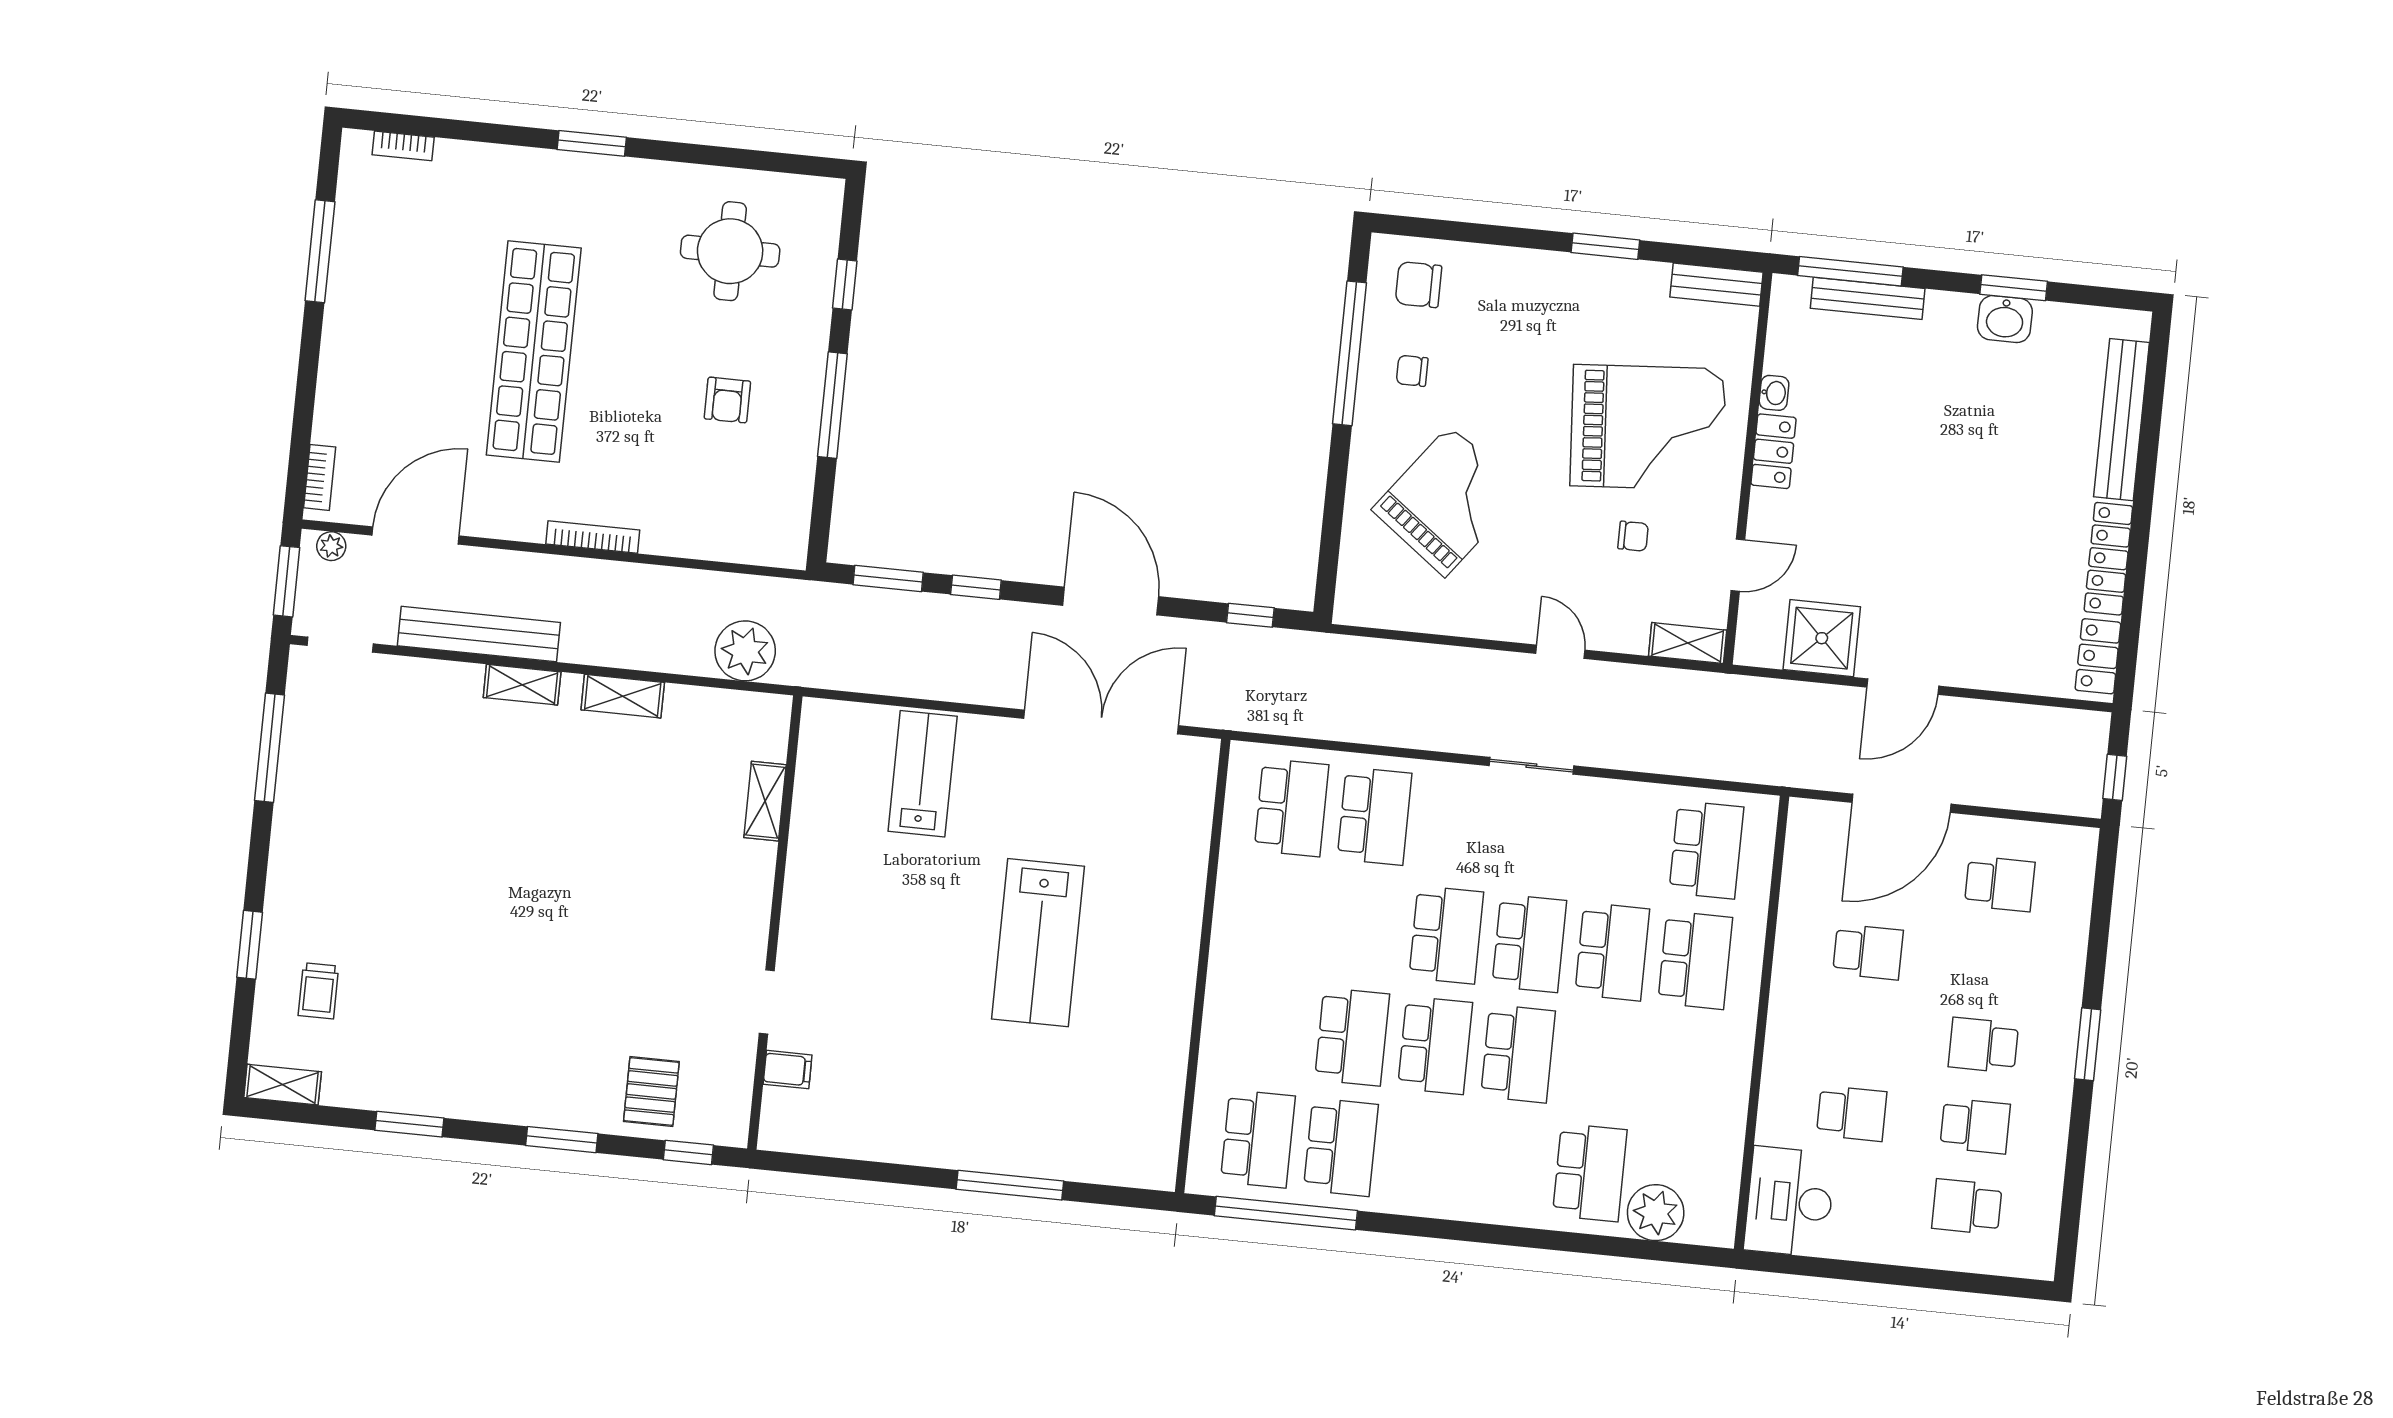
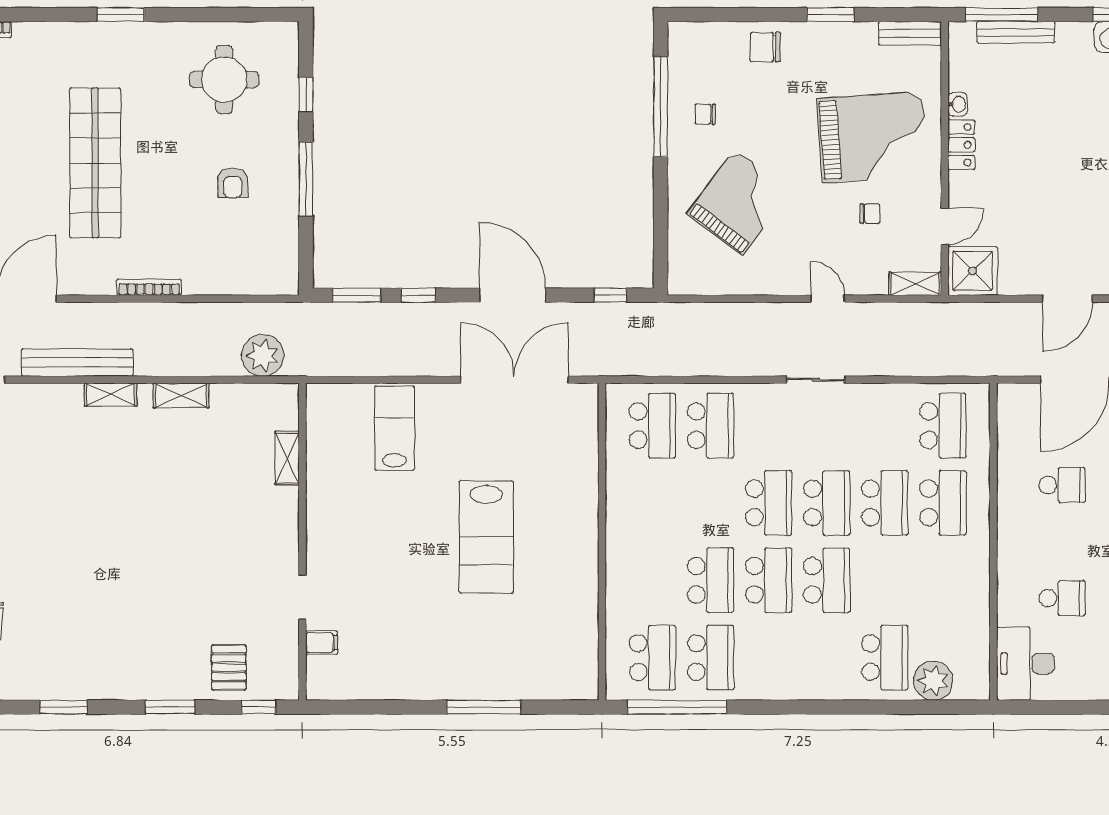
chair: (1418, 285) -> (765, 47), moved
shower: (1822, 638) -> (973, 271), moved

